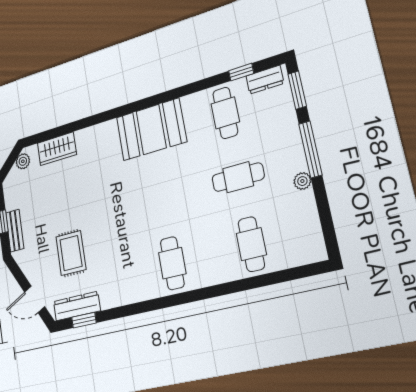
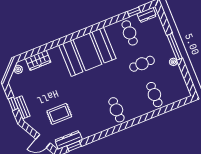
window: (297, 90) -> (163, 19), removed
booth: (151, 129) -> (87, 52), width x1.36, depth x1.42
rug: (71, 253) -> (59, 114), turned 90

